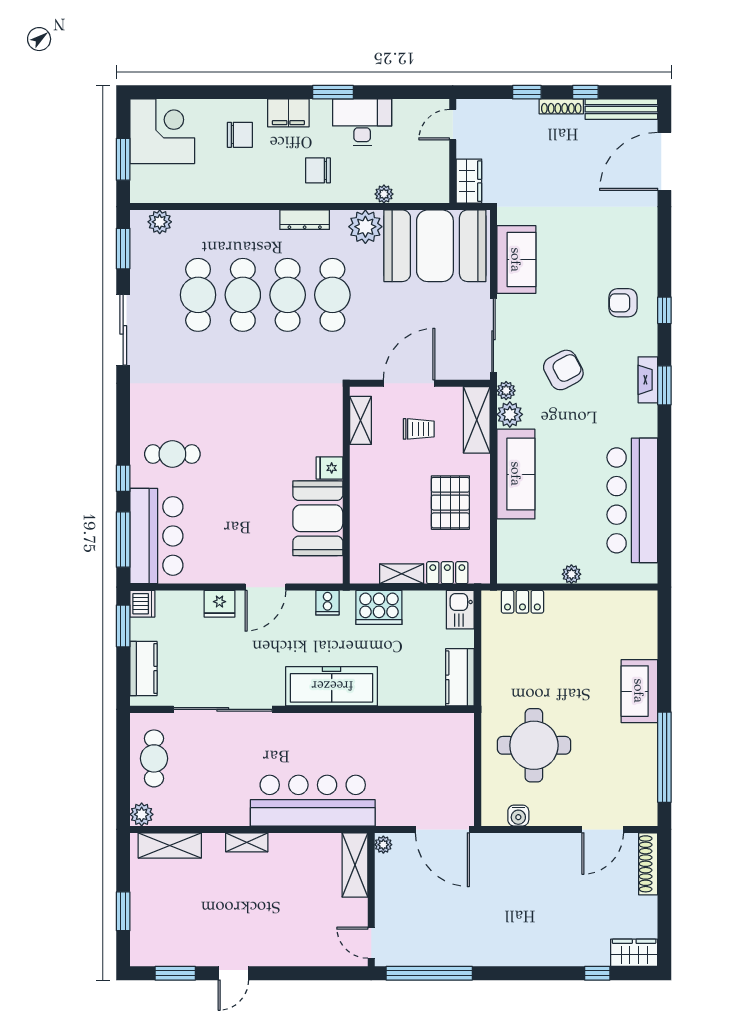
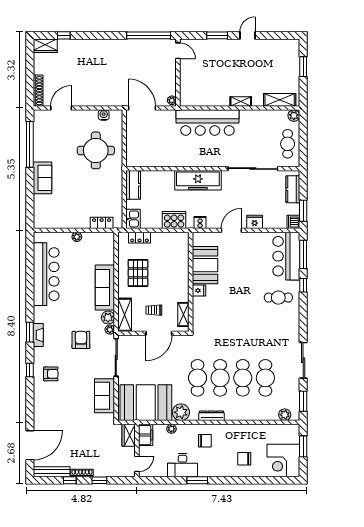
filing cabinet: (288, 113) -> (146, 435), moved, turned 90
armchair: (563, 370) -> (81, 340), turned 118
shelving: (402, 574) -> (163, 237), removed
shelving: (355, 865) -> (186, 90), removed
window: (175, 973) -> (217, 35), moved

